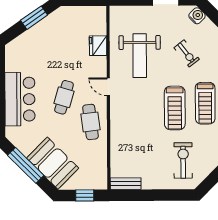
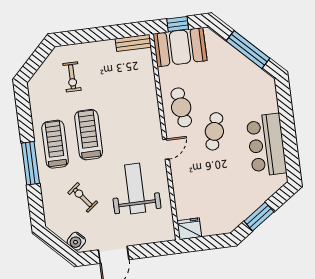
fridge: (98, 46) -> (189, 229), moved, turned -90
door: (108, 87) -> (166, 149), hinge flipped
bar counter: (20, 99) -> (266, 145), moved
exercise bike: (183, 160) -> (72, 77), width x0.73, depth x0.72
booth: (53, 163) -> (180, 47), moved, turned -45

